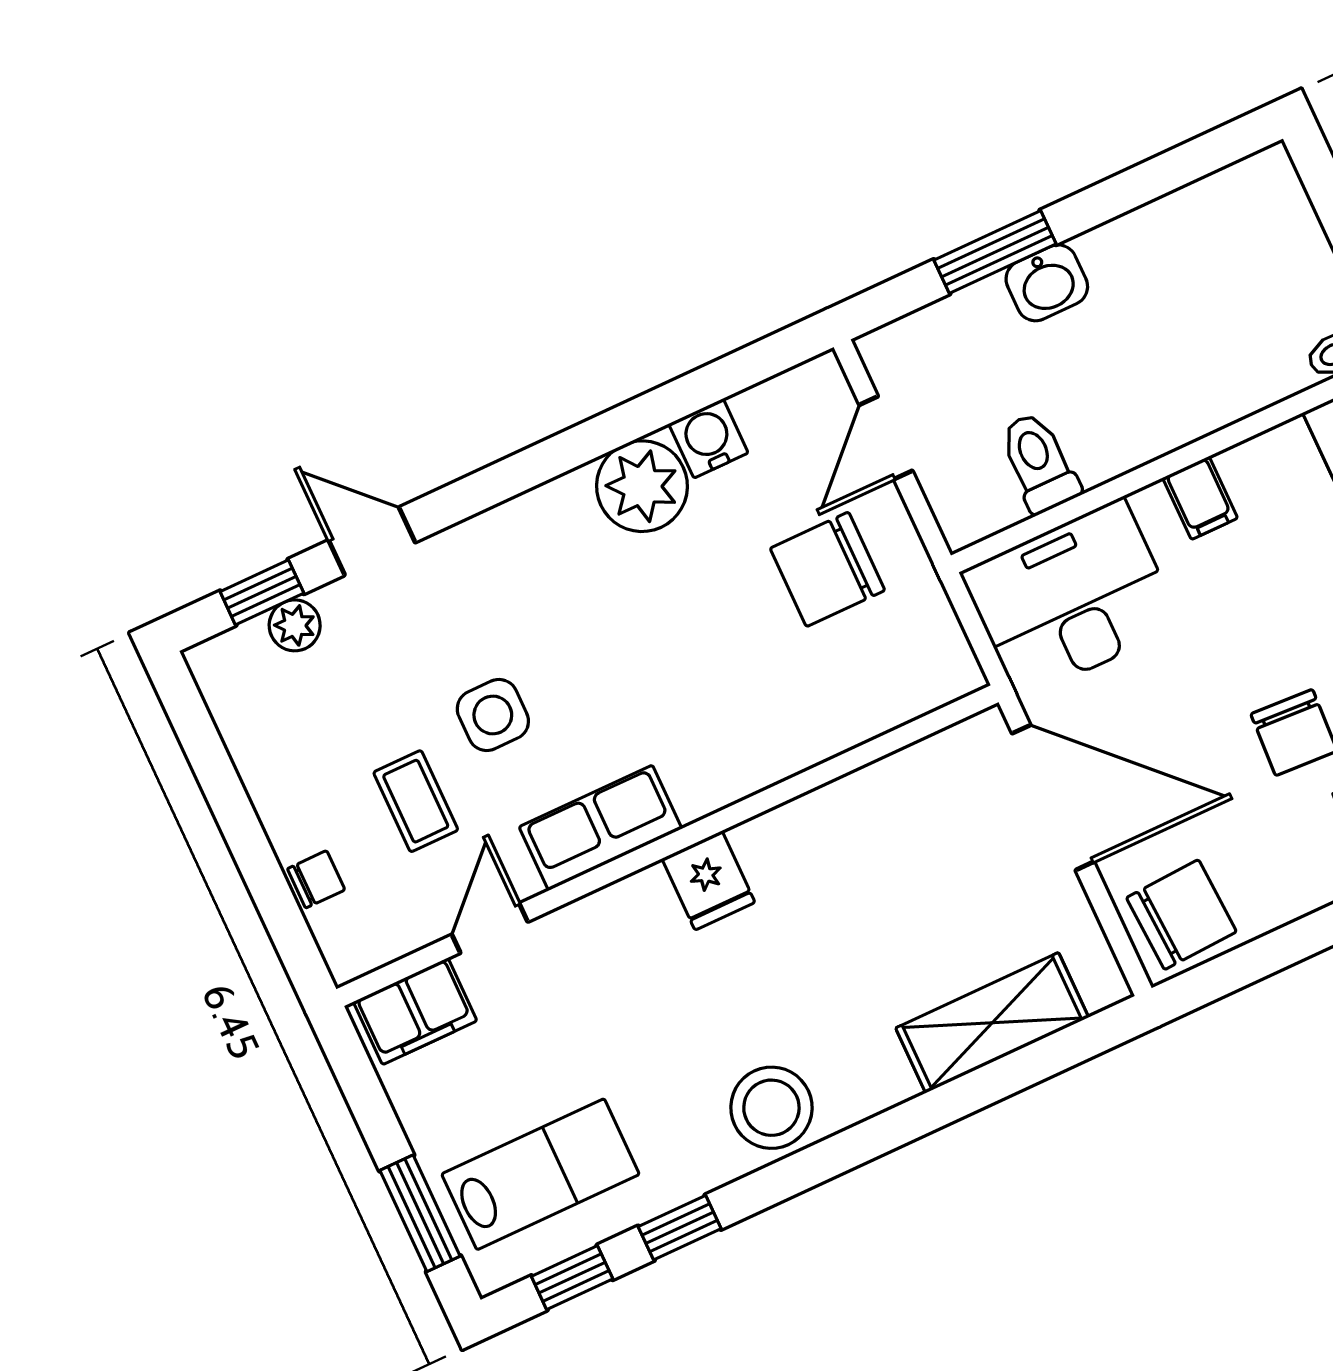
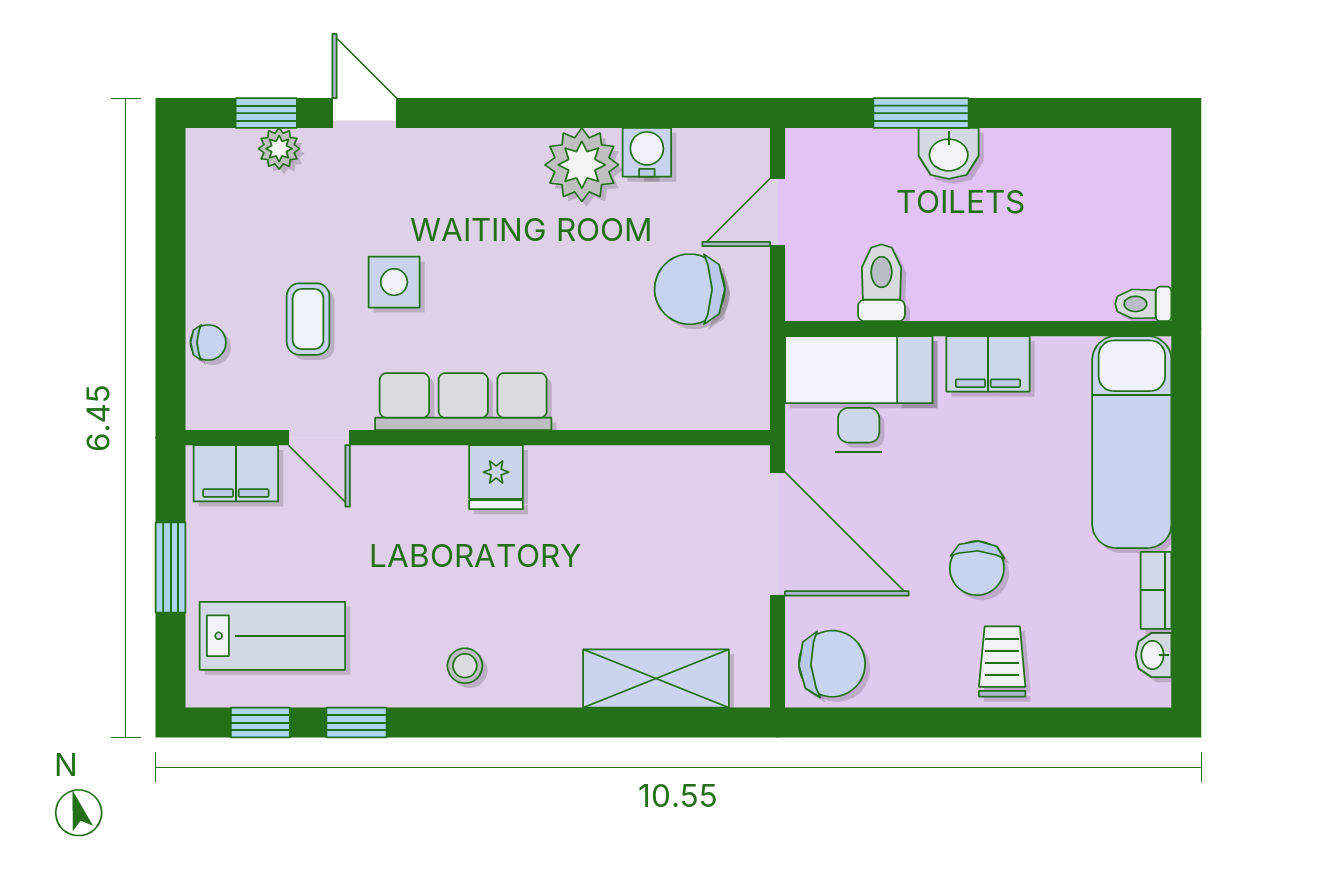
filing cabinet: (1200, 498) -> (988, 364), width x2.00
row of seats: (600, 828) -> (463, 402), width x1.48
door: (490, 928) -> (319, 438), swing flipped
stool: (771, 1108) -> (465, 666), width x0.53, depth x0.53
window: (420, 1213) -> (171, 567), moved

